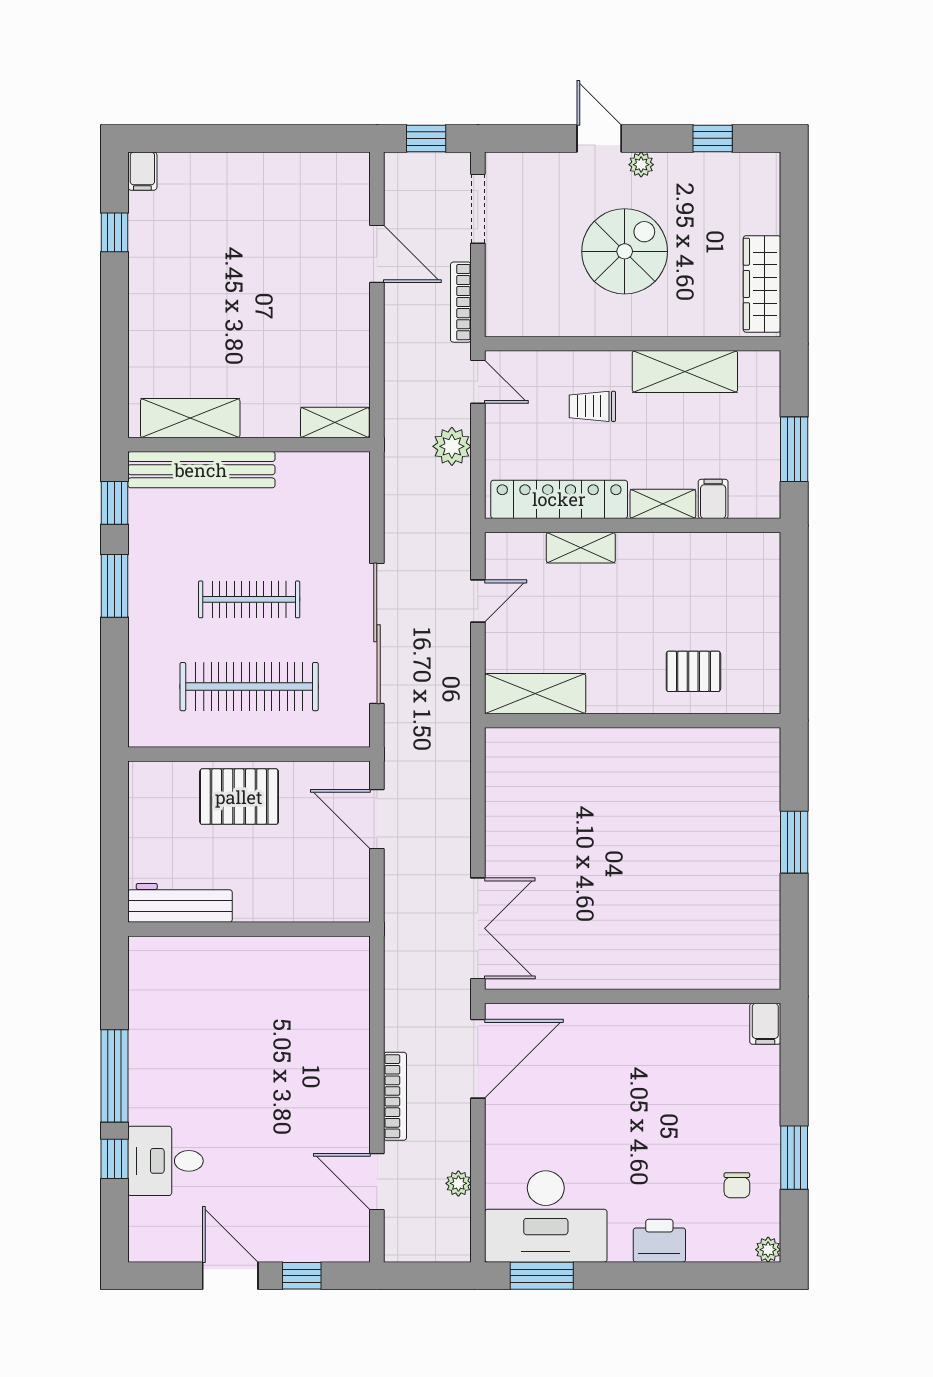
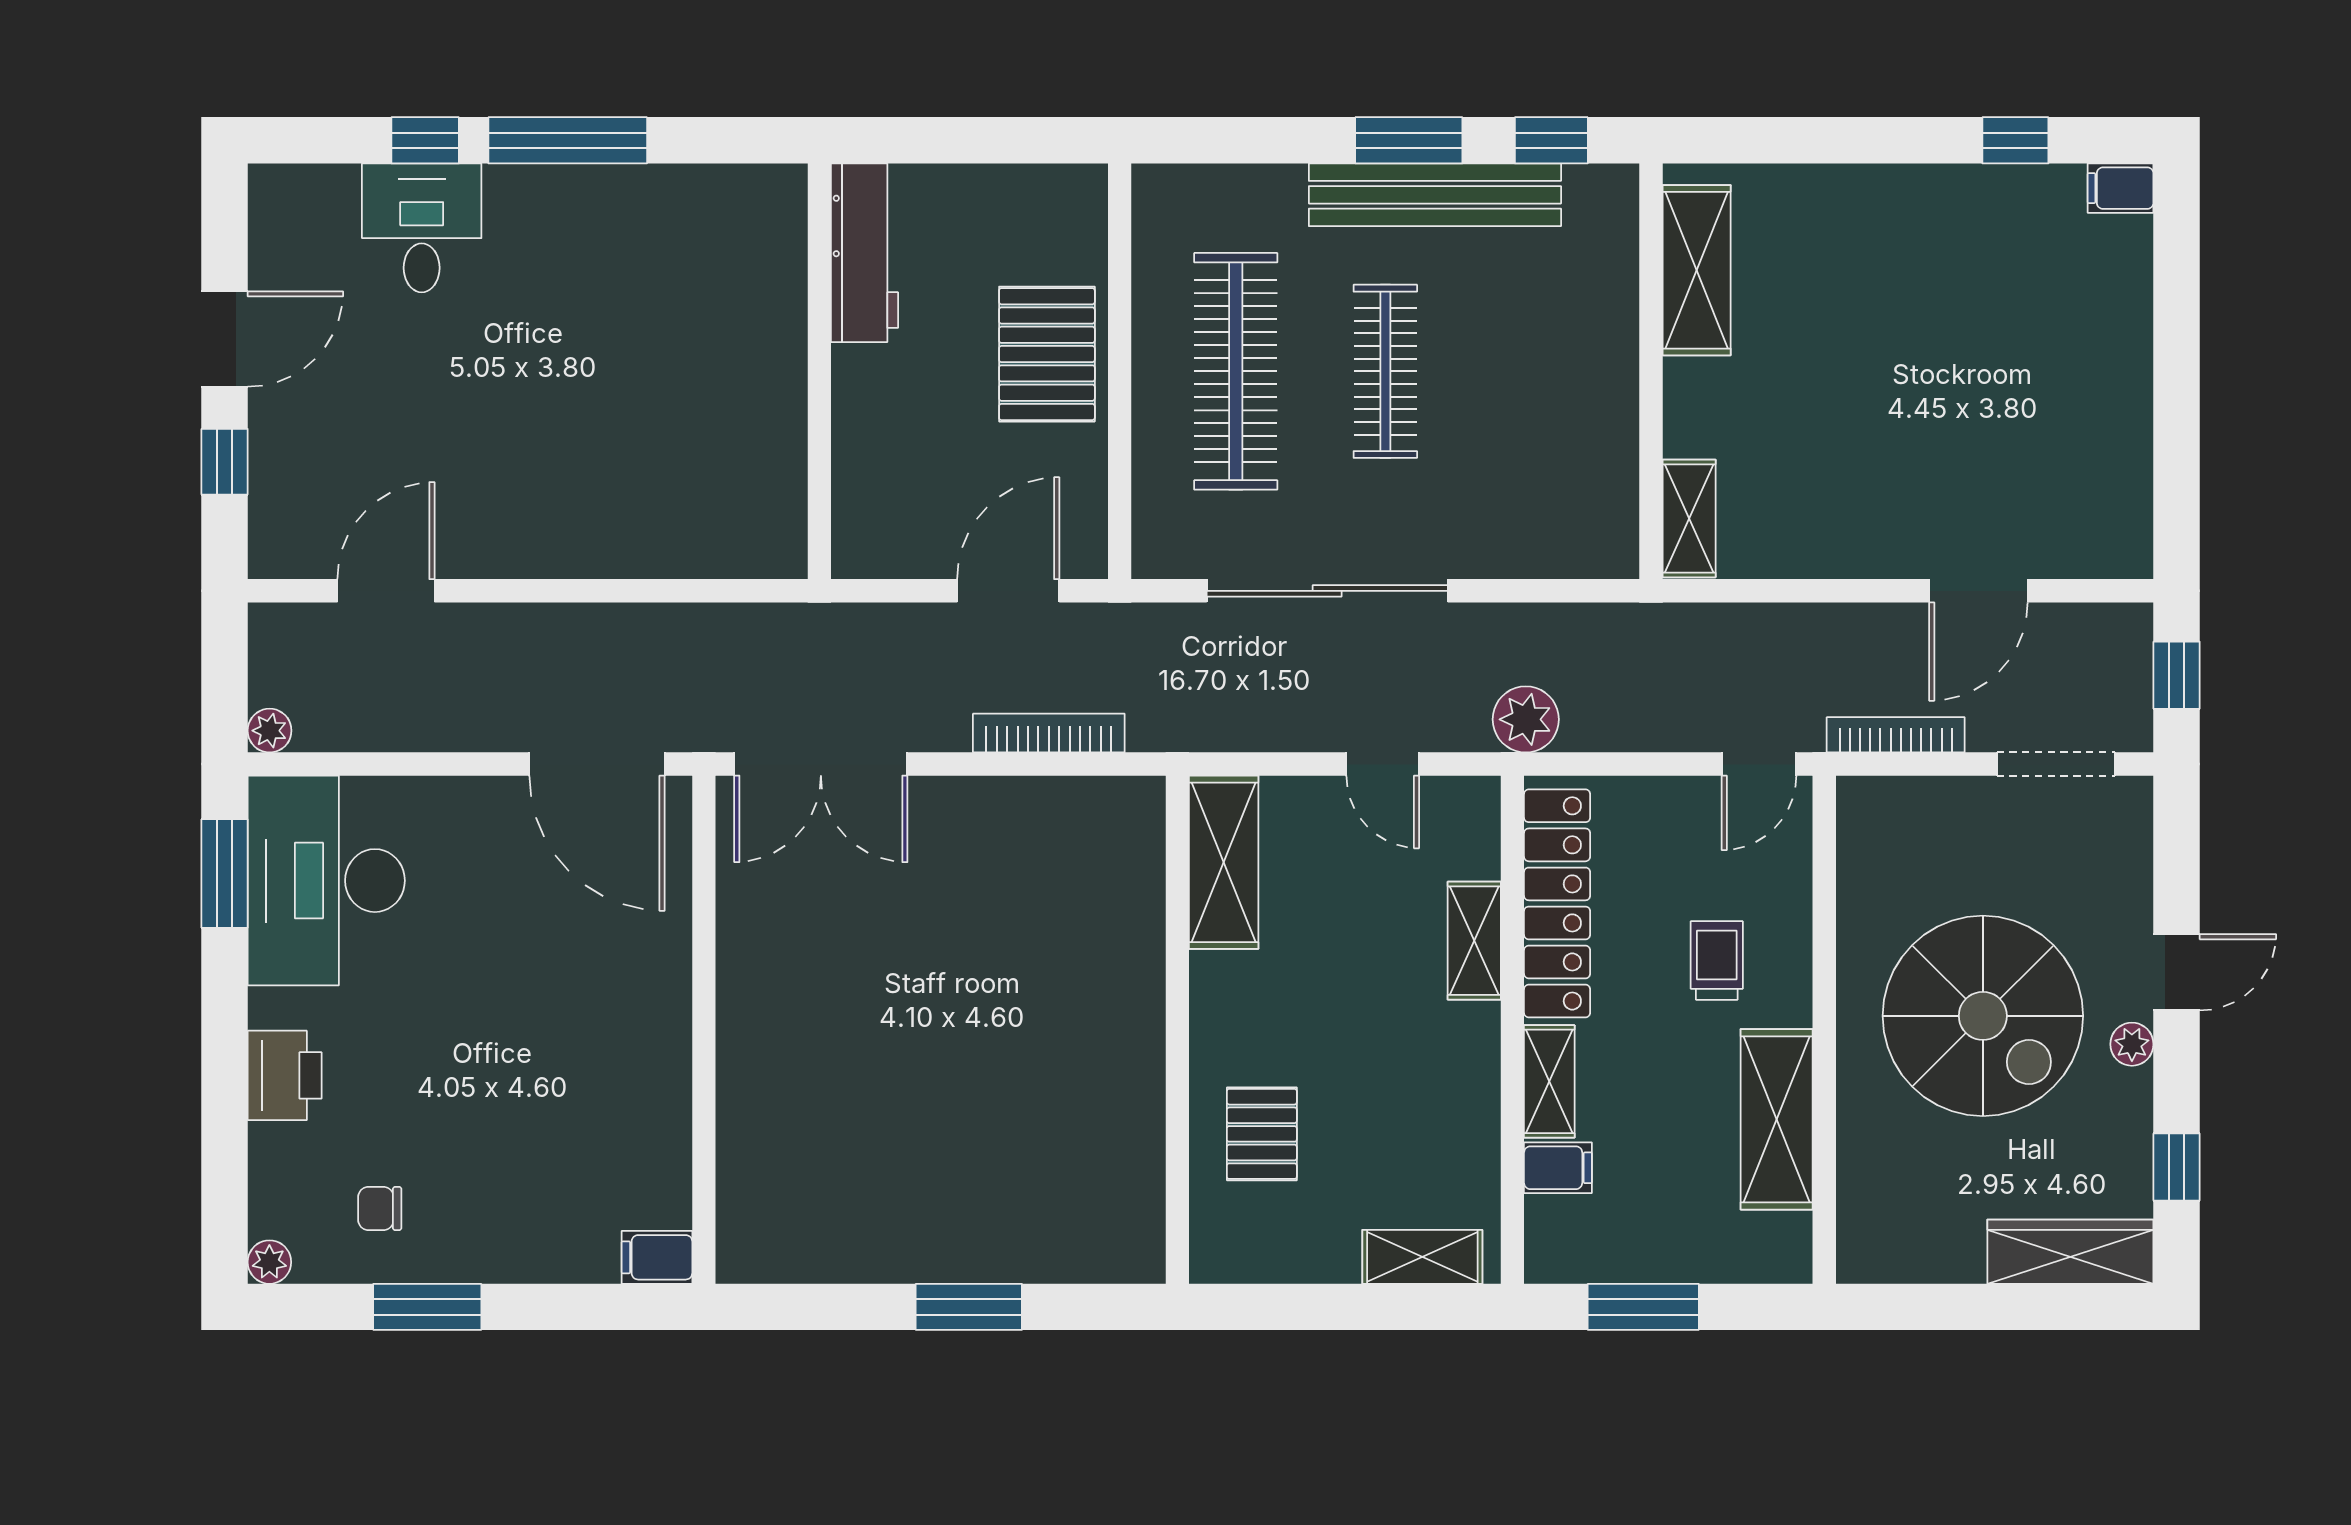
spiral stairs: (625, 251) -> (1983, 1016), width x1.37, depth x1.37
wardrobe: (762, 284) -> (2070, 1252), moved
plant: (452, 446) -> (1526, 719), moved
bench: (201, 470) -> (1435, 195), moved, turned 90
shelving: (765, 578) -> (1422, 1257), added
bookcase: (395, 1096) -> (1049, 733), moved, turned 180
plant: (458, 1183) -> (270, 731), moved

